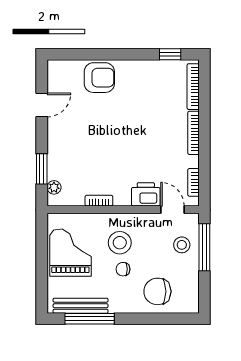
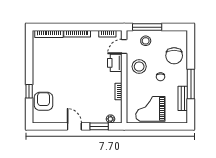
window: (170, 54) -> (29, 91), moved
armchair: (99, 78) -> (43, 101), moved
door: (42, 105) -> (74, 126), moved
stool: (120, 243) -> (139, 67), moved
bench: (81, 306) -> (183, 98), width x0.73
window: (90, 319) -> (191, 84), moved

